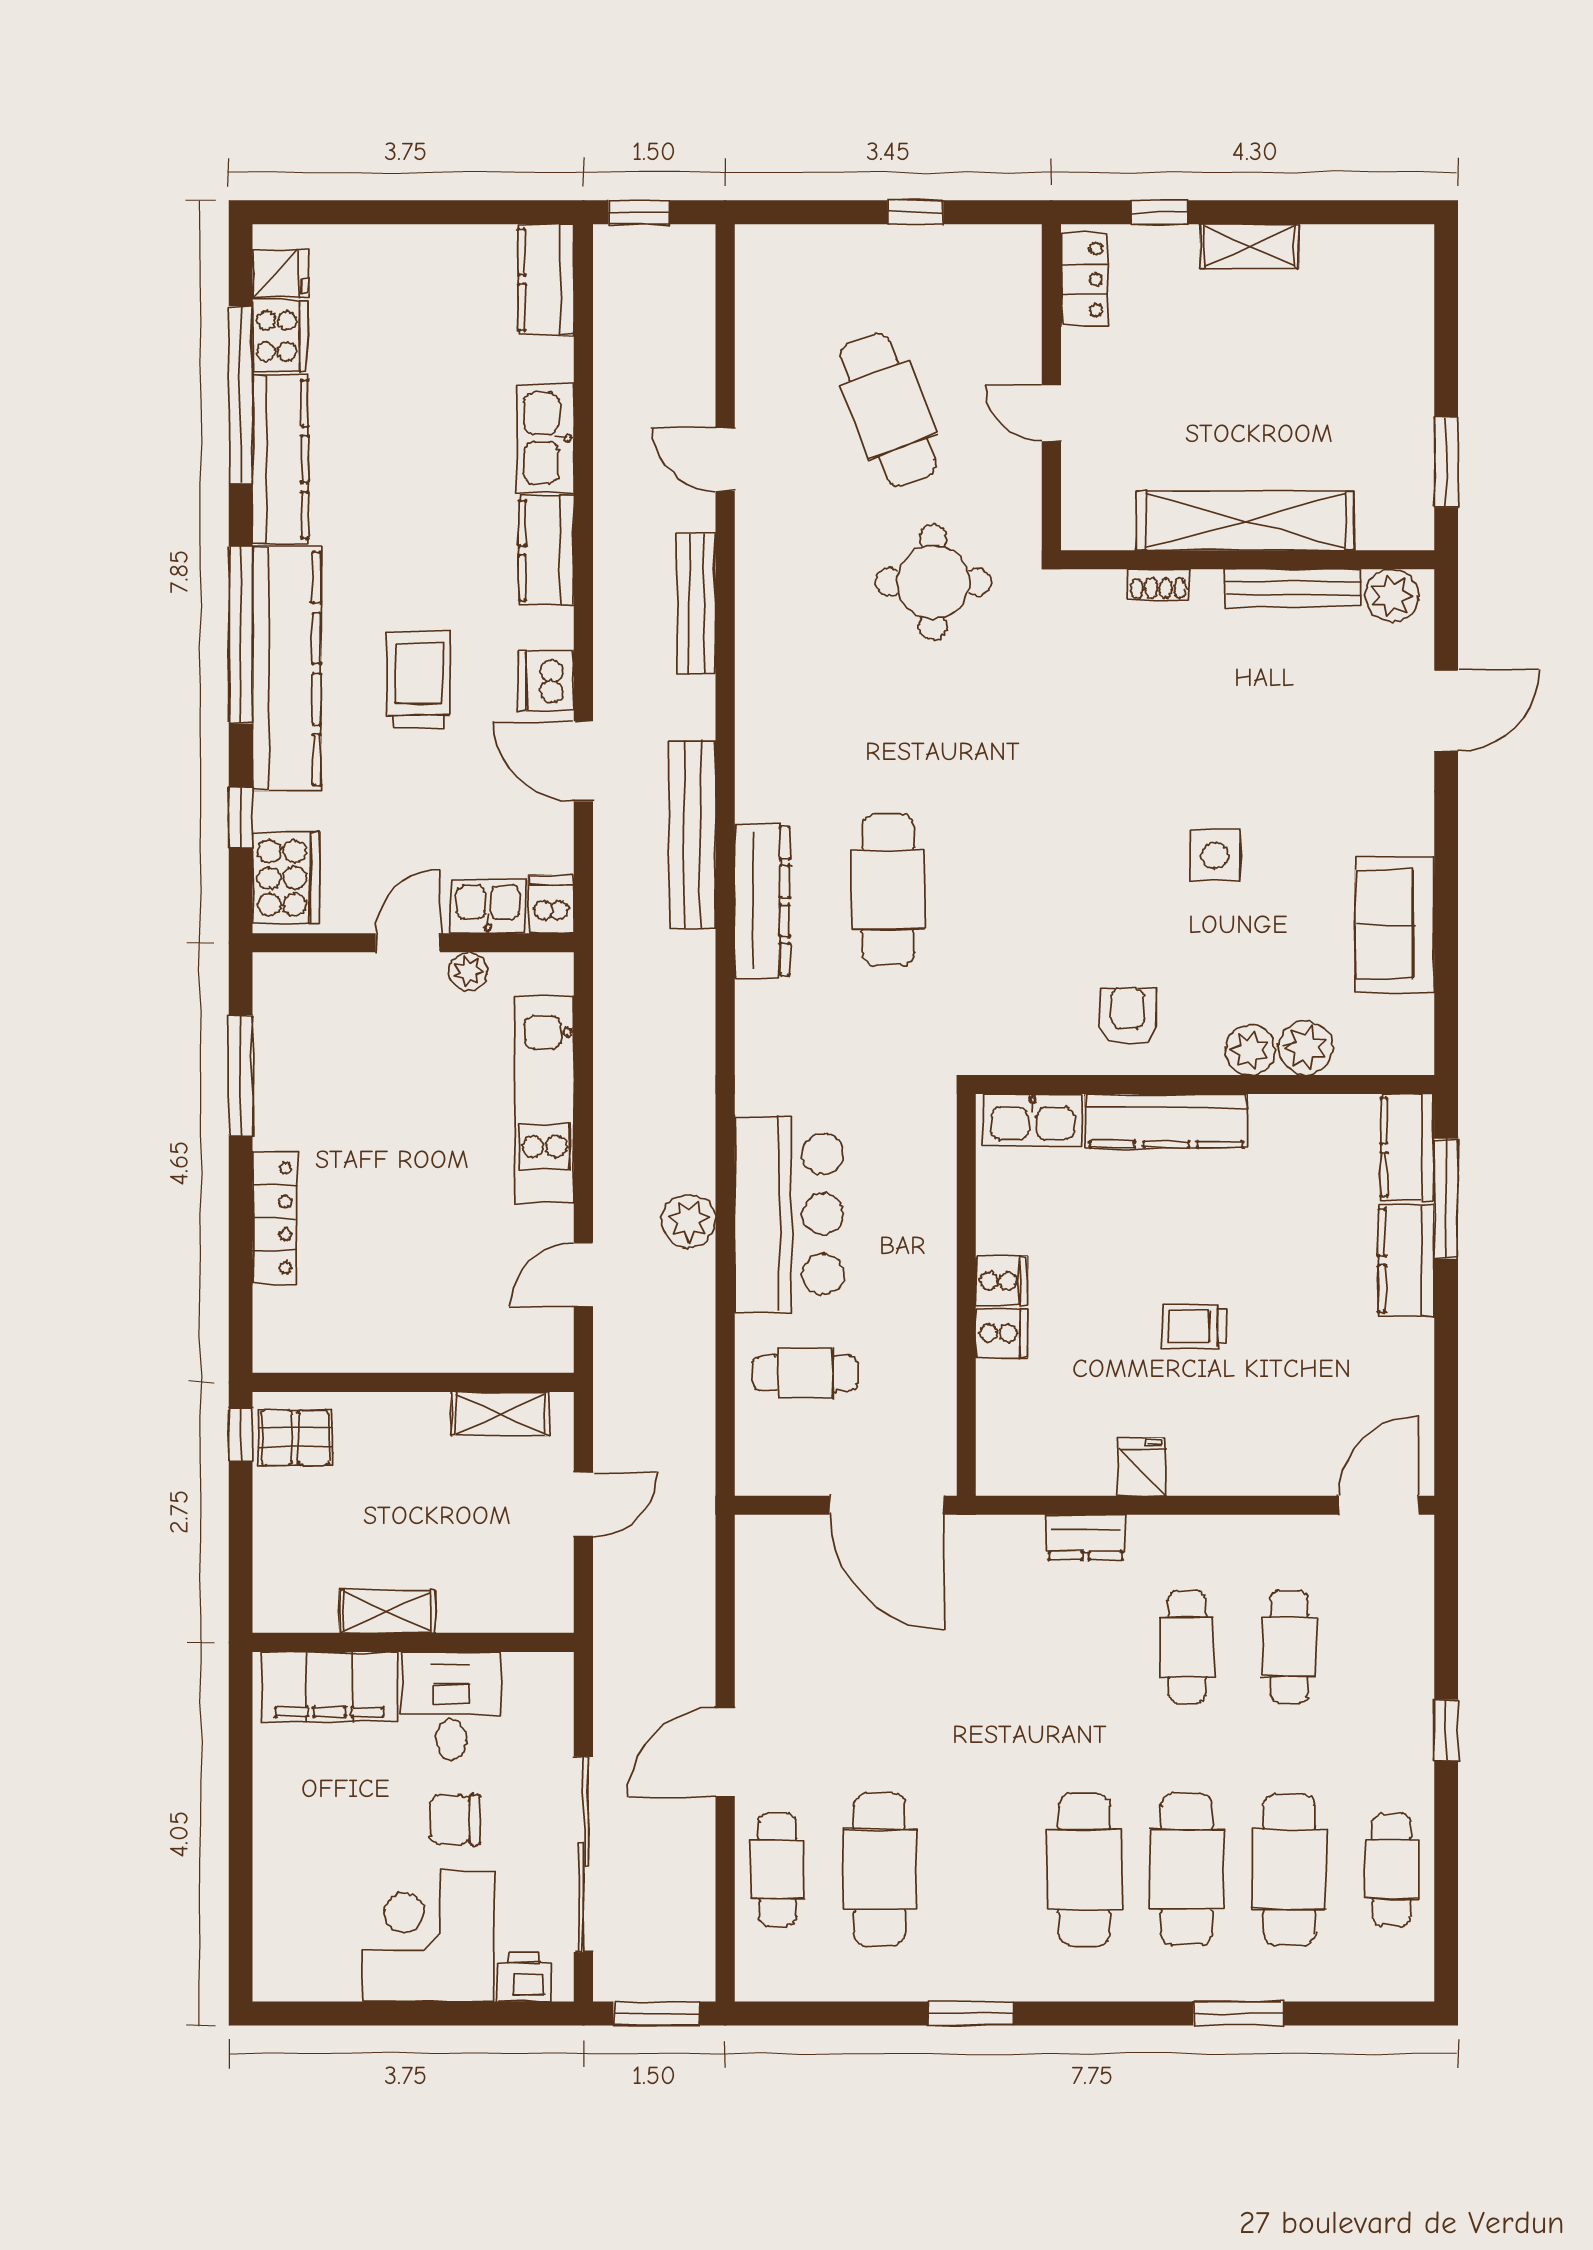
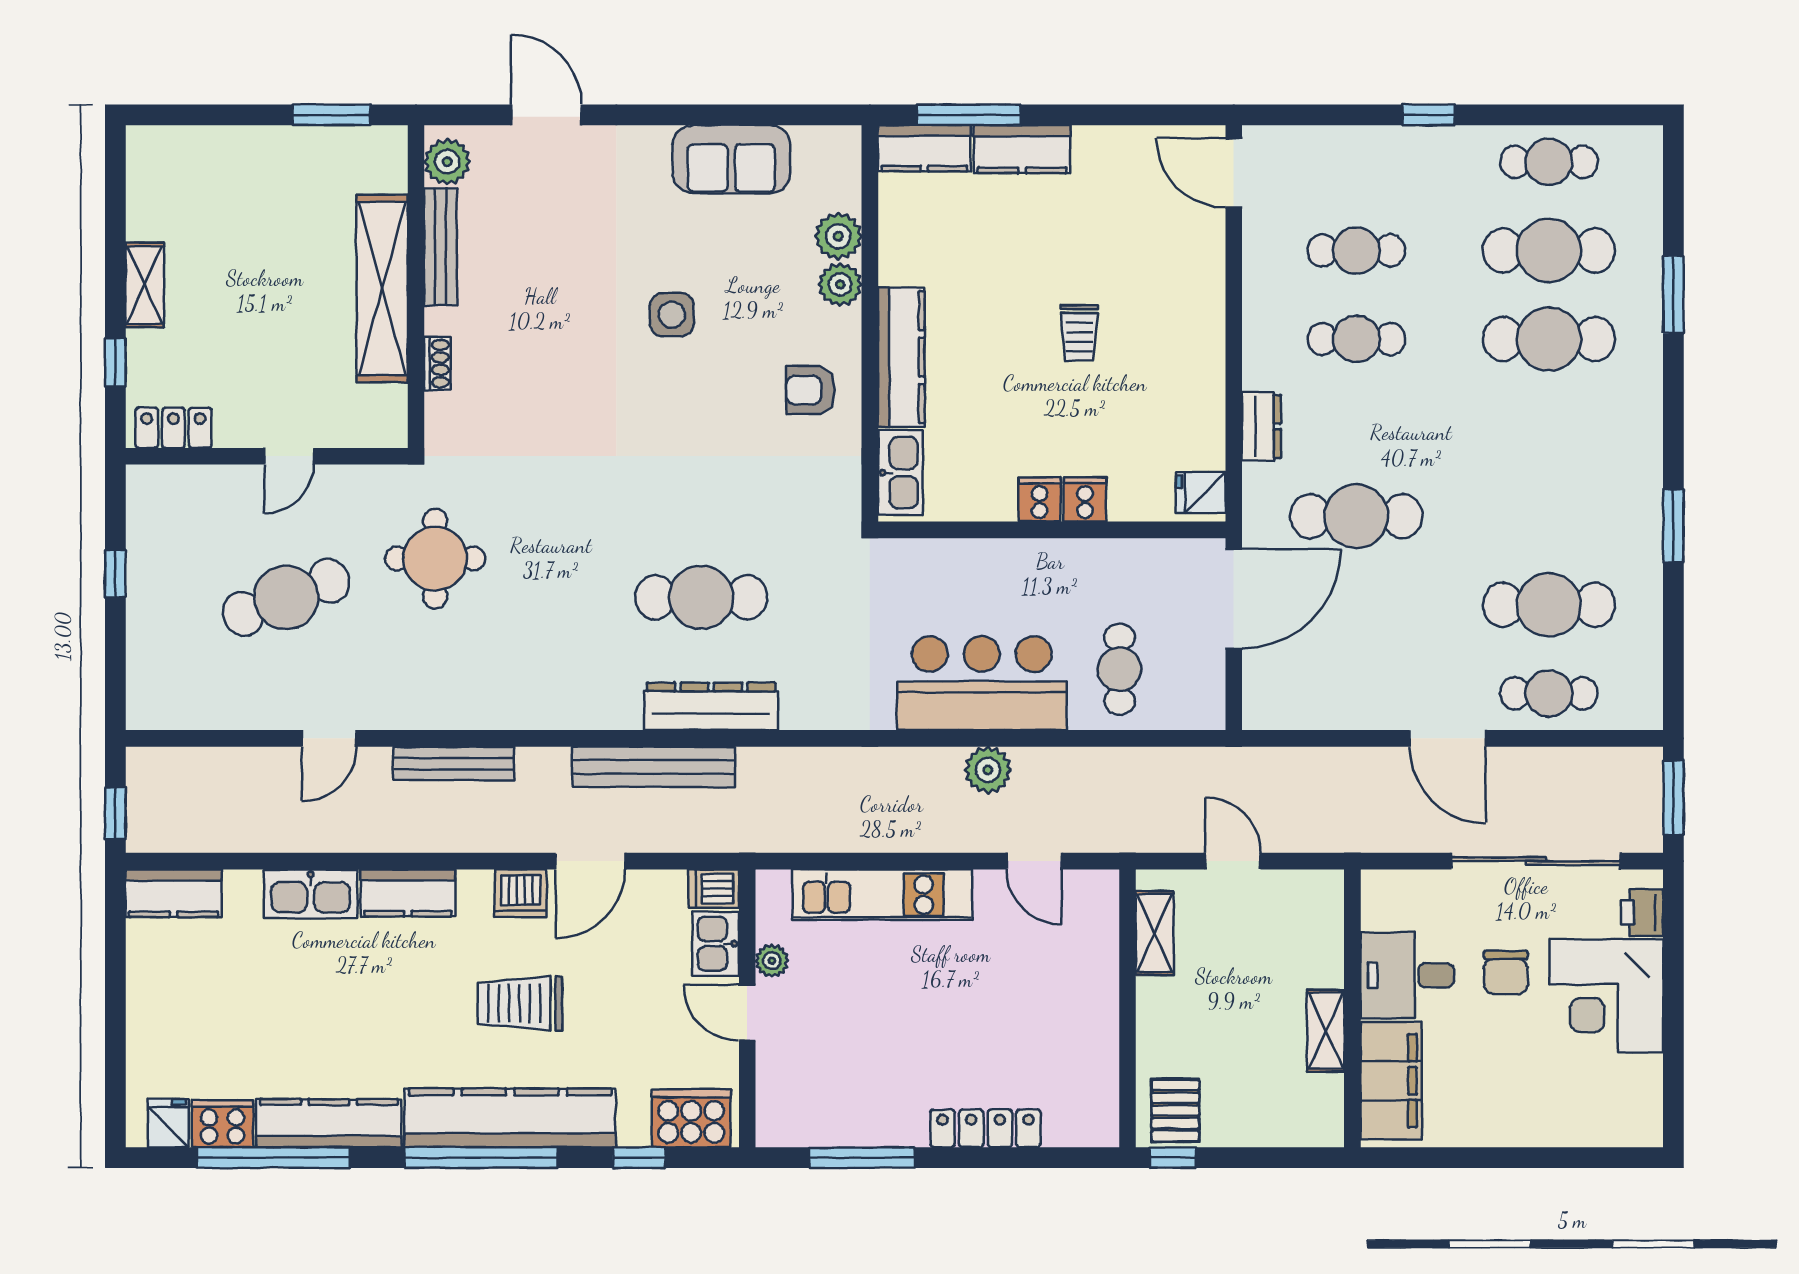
fridge: (1142, 1467) -> (1201, 493), moved
cafe table: (1084, 1870) -> (1356, 516), moved

